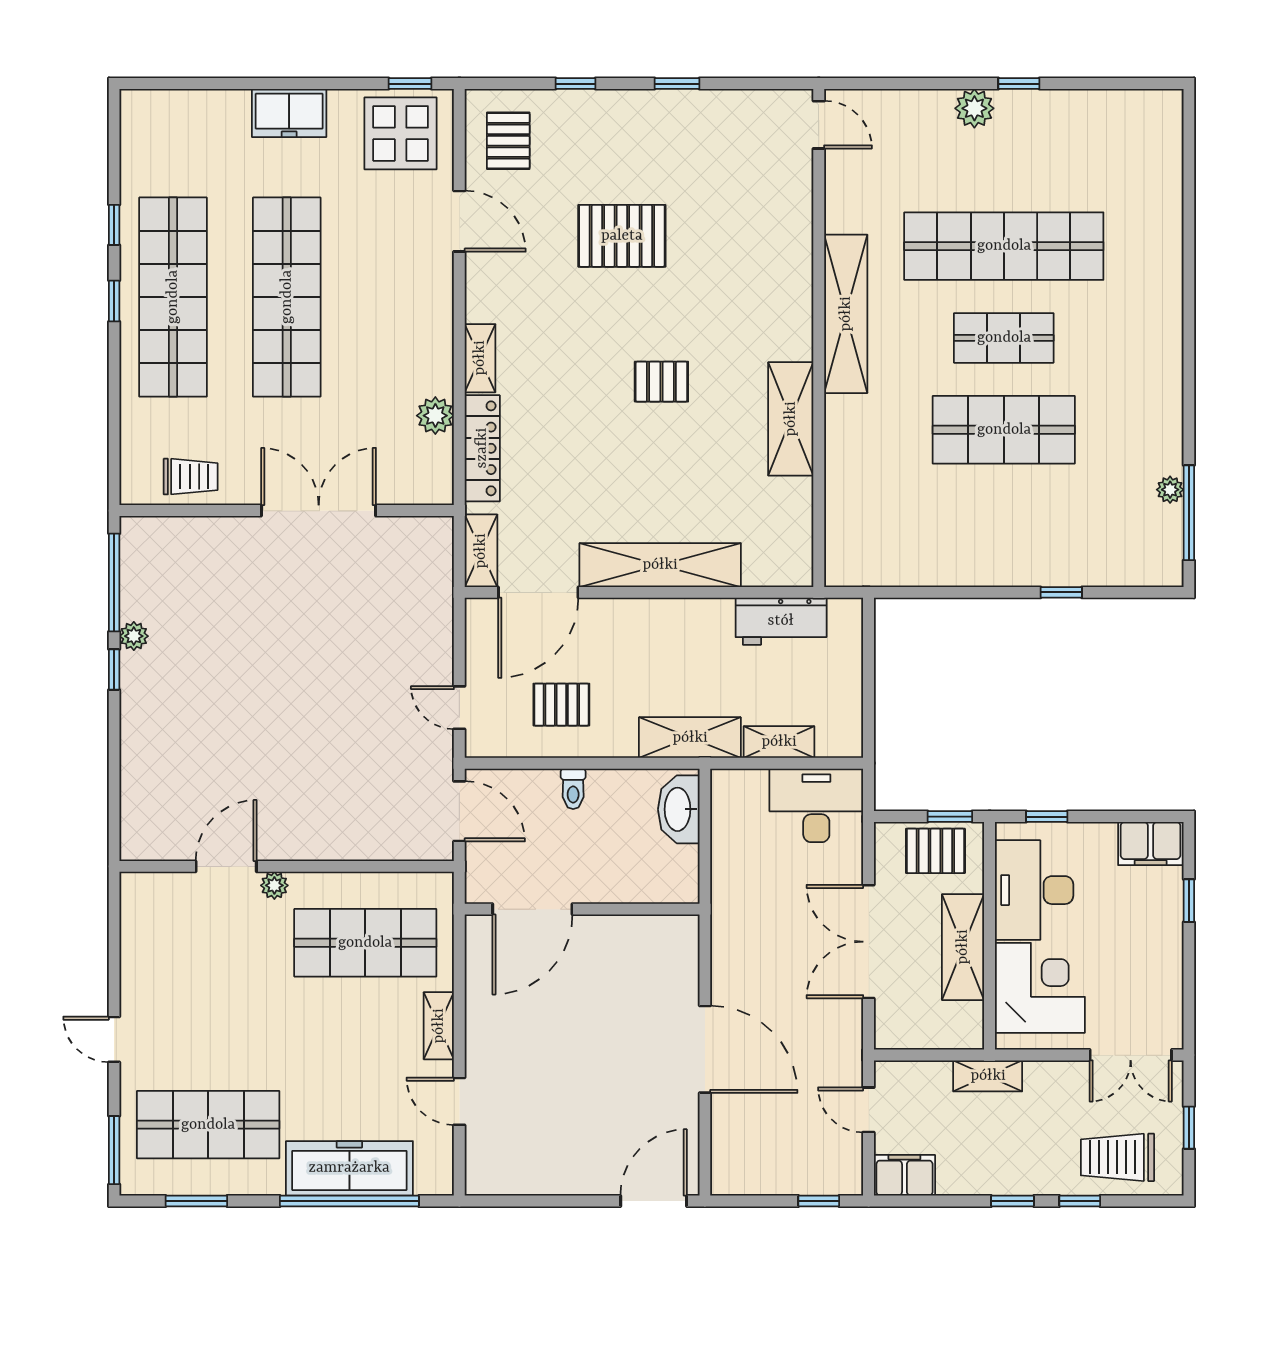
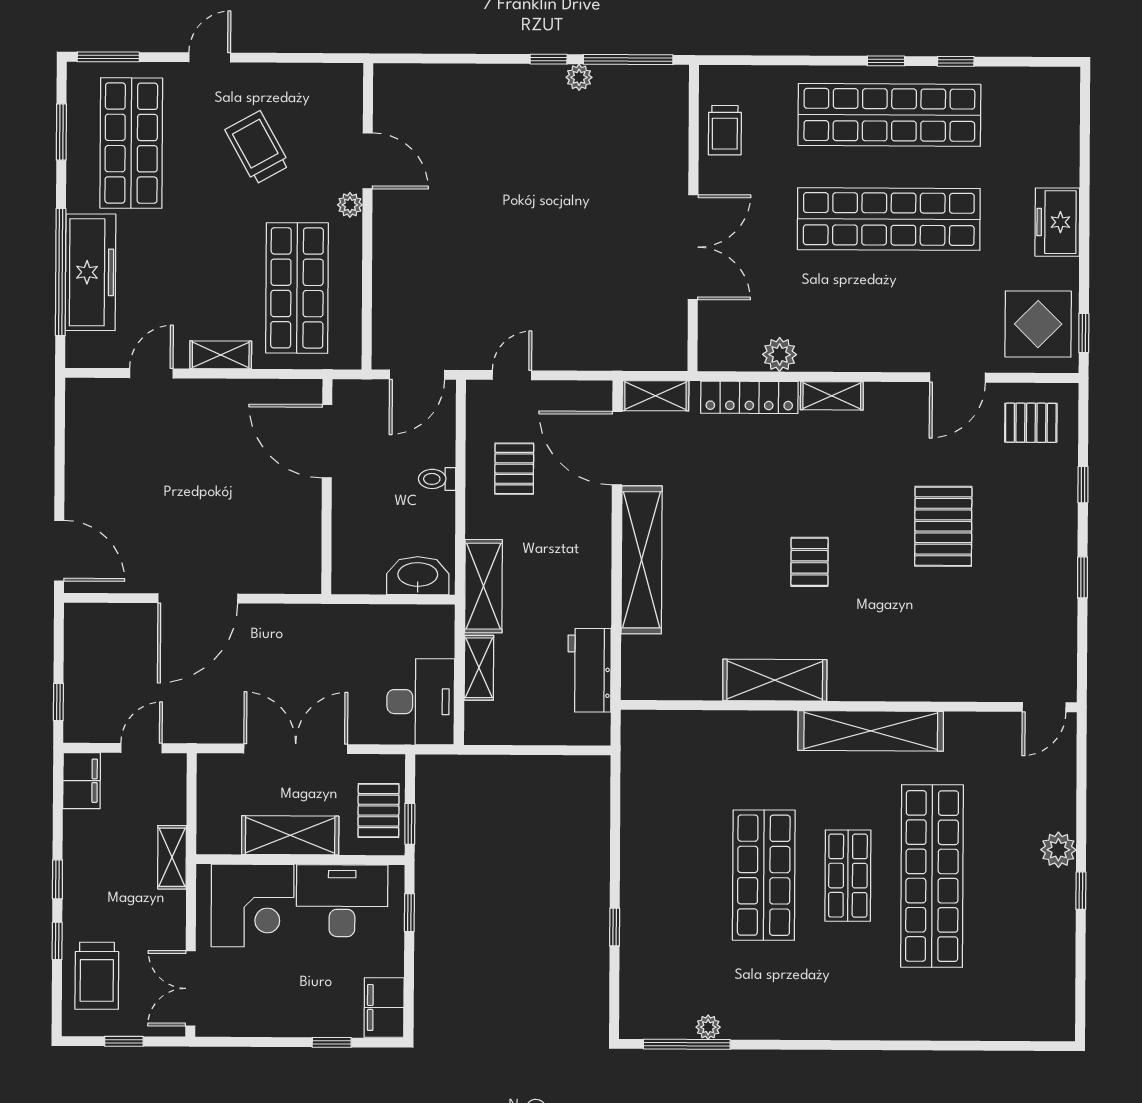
trolley: (212, 987) -> (257, 148), added
trolley: (1117, 1157) -> (97, 976), turned 180

